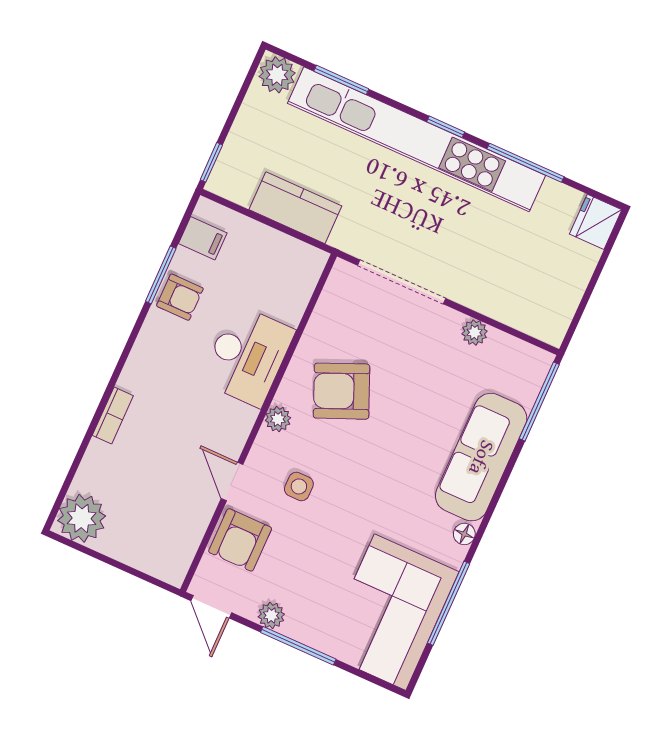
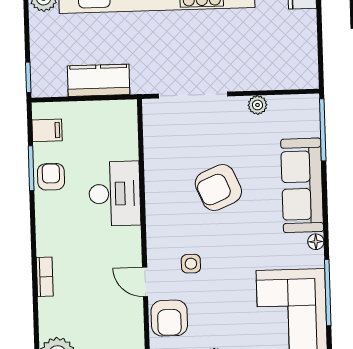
armchair: (180, 297) -> (51, 177), turned -90
armchair: (342, 391) -> (218, 188), moved
plant: (278, 419) -> (155, 226), removed

